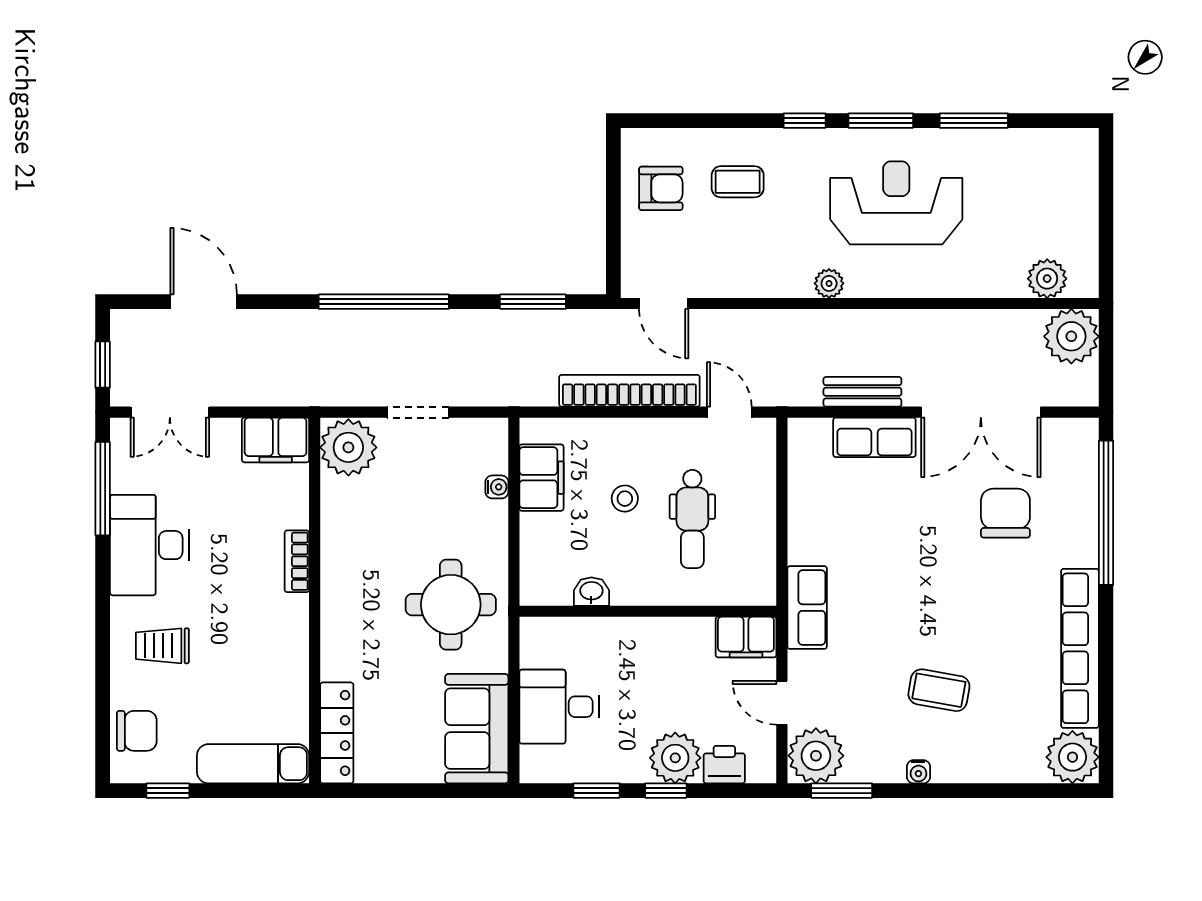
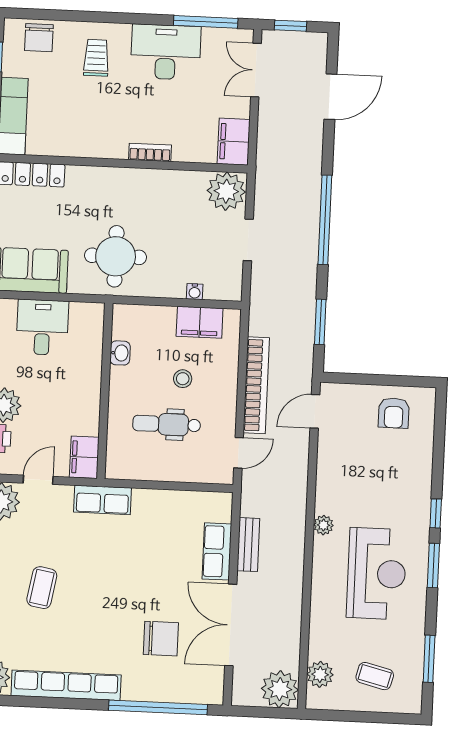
window: (974, 121) -> (429, 659), moved
coffee table: (738, 182) -> (375, 676), moved, turned -76

